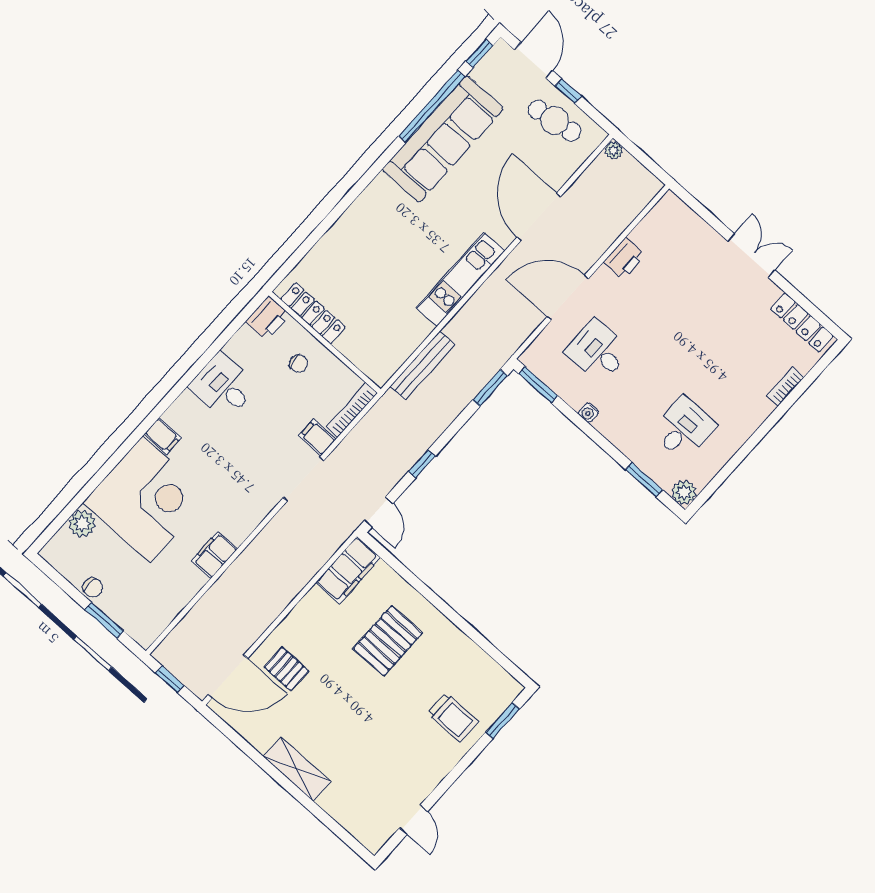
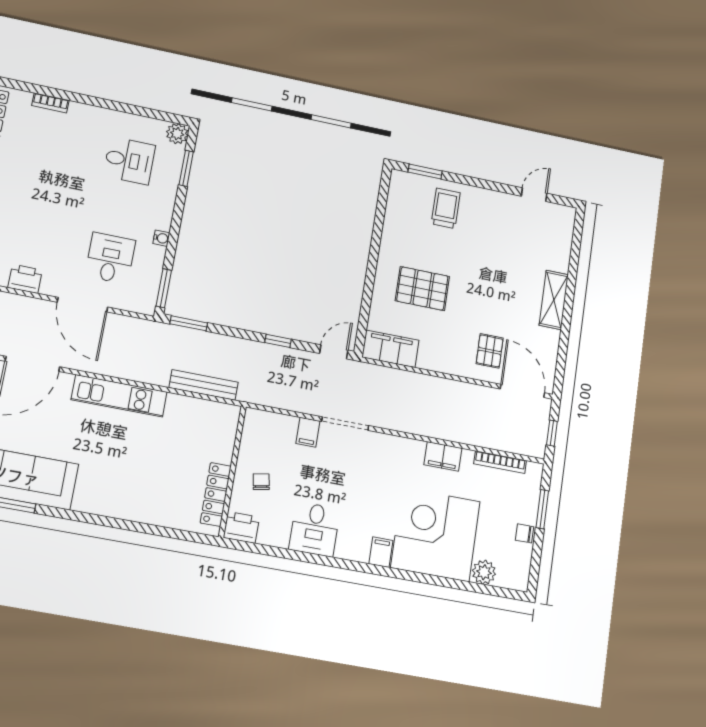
desk: (598, 351) -> (110, 258), turned 180
bookcase: (352, 410) -> (500, 462), moved
desk: (684, 428) -> (129, 161), turned 180
chair: (93, 588) -> (525, 533), turned -90

